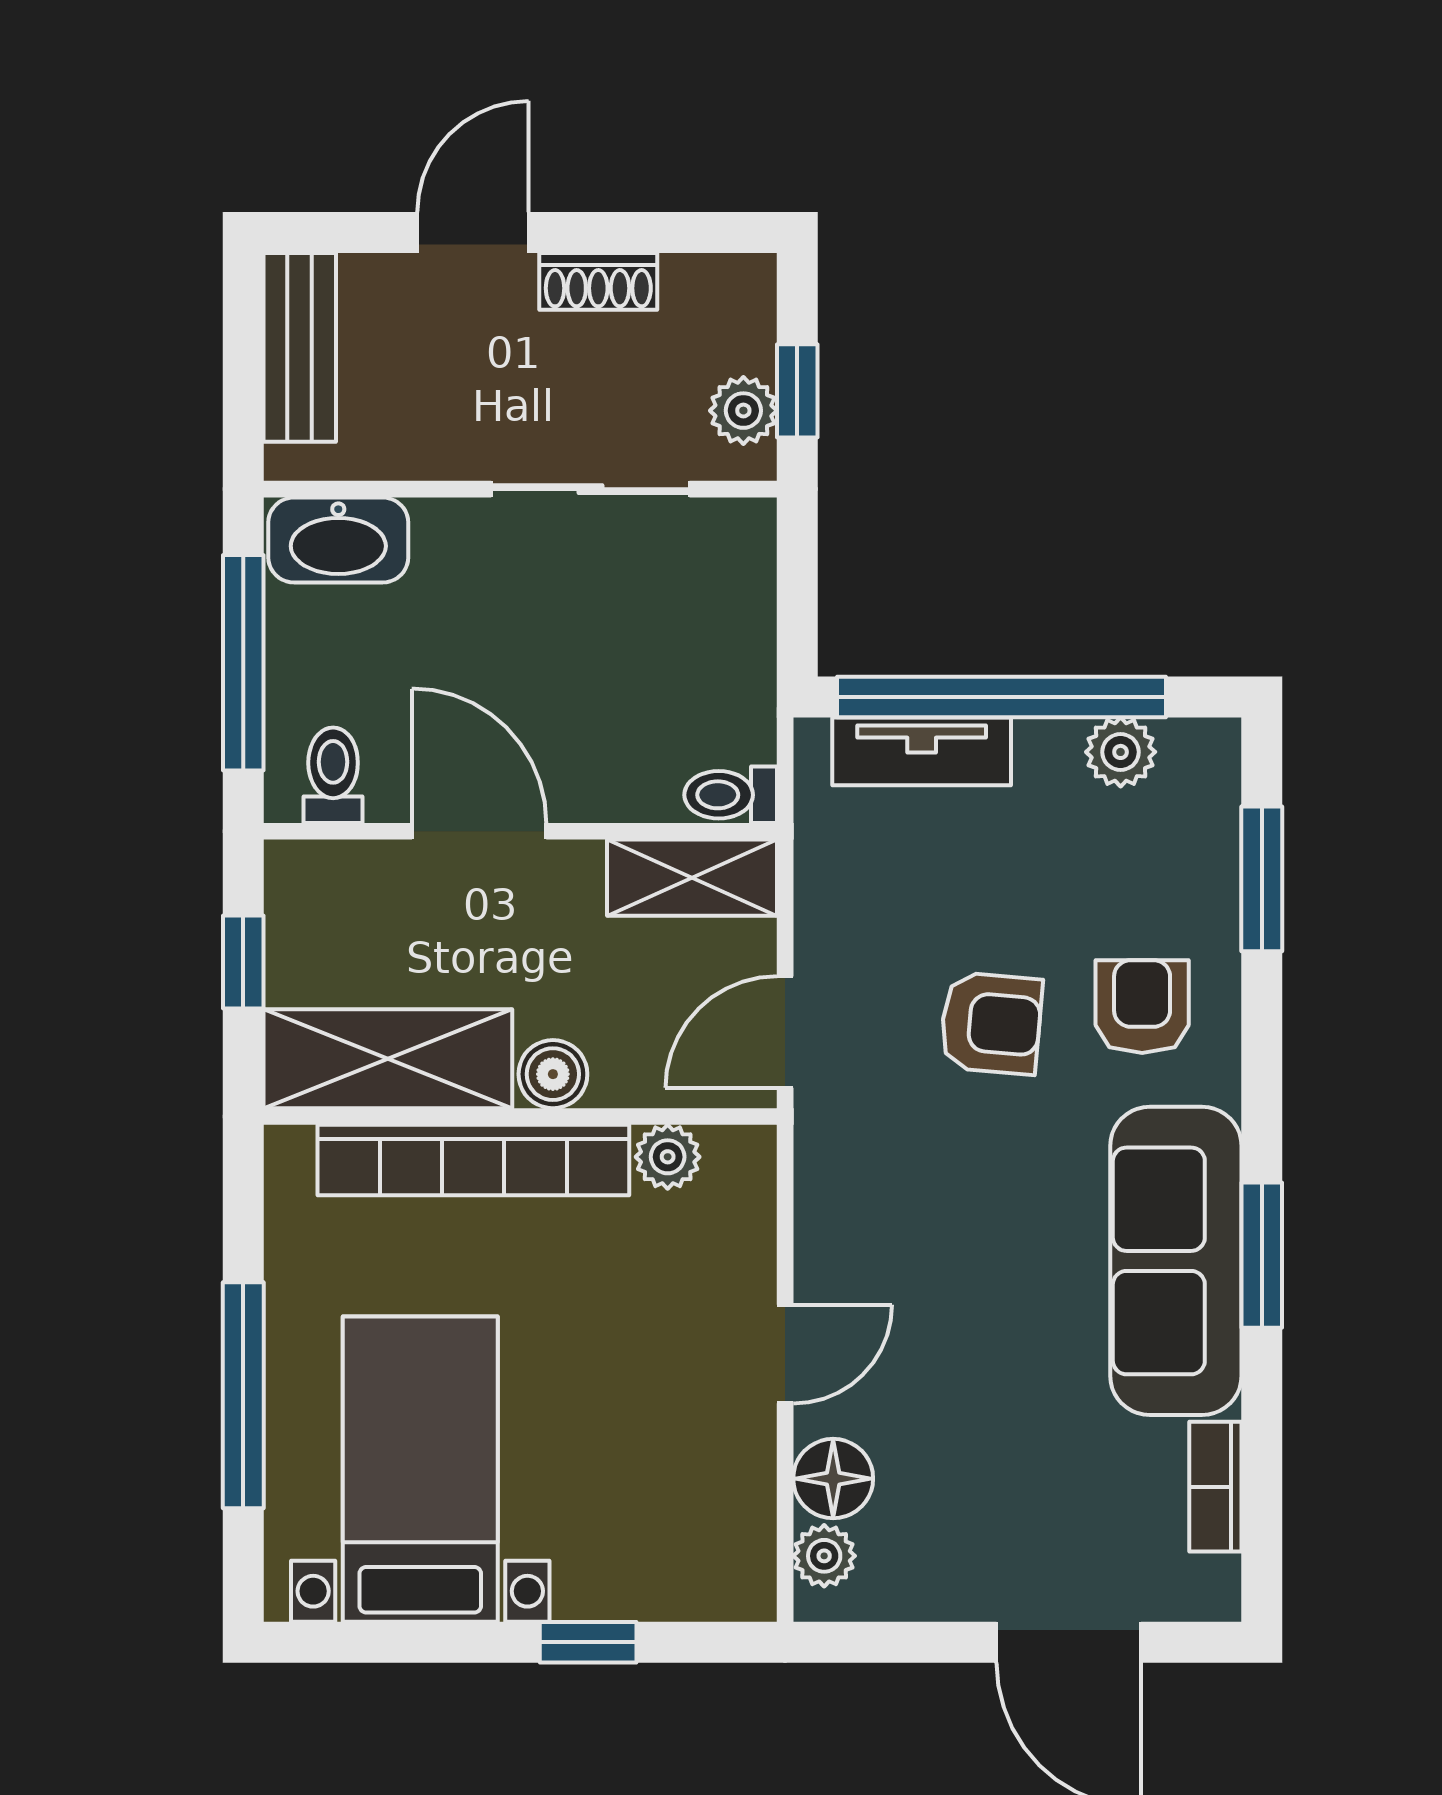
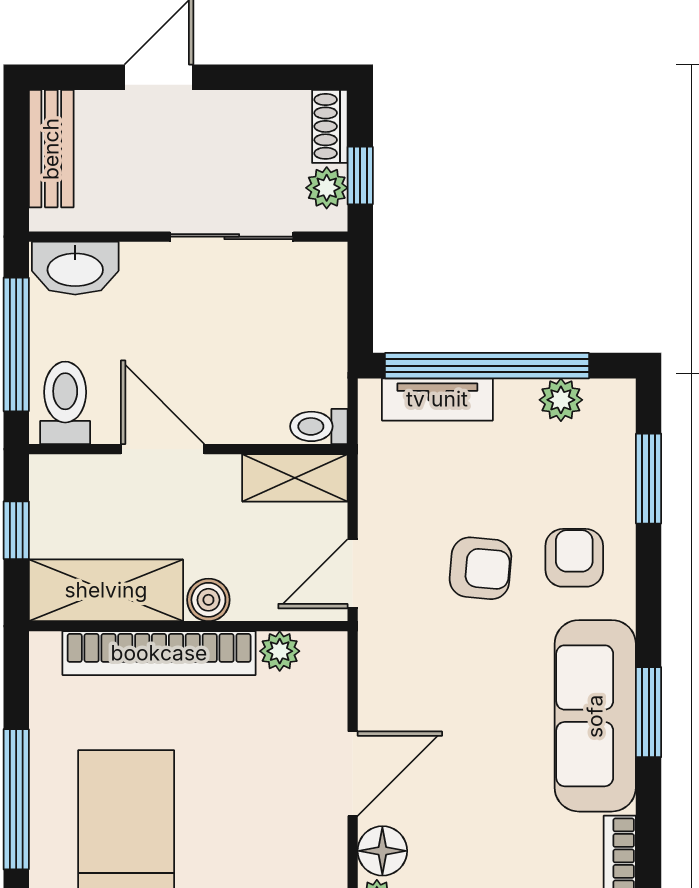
shoe rack: (598, 281) -> (330, 126), moved, turned 90
toilet: (333, 775) -> (65, 403), width x1.37, depth x1.39
door: (785, 1354) -> (353, 774), width x1.38

